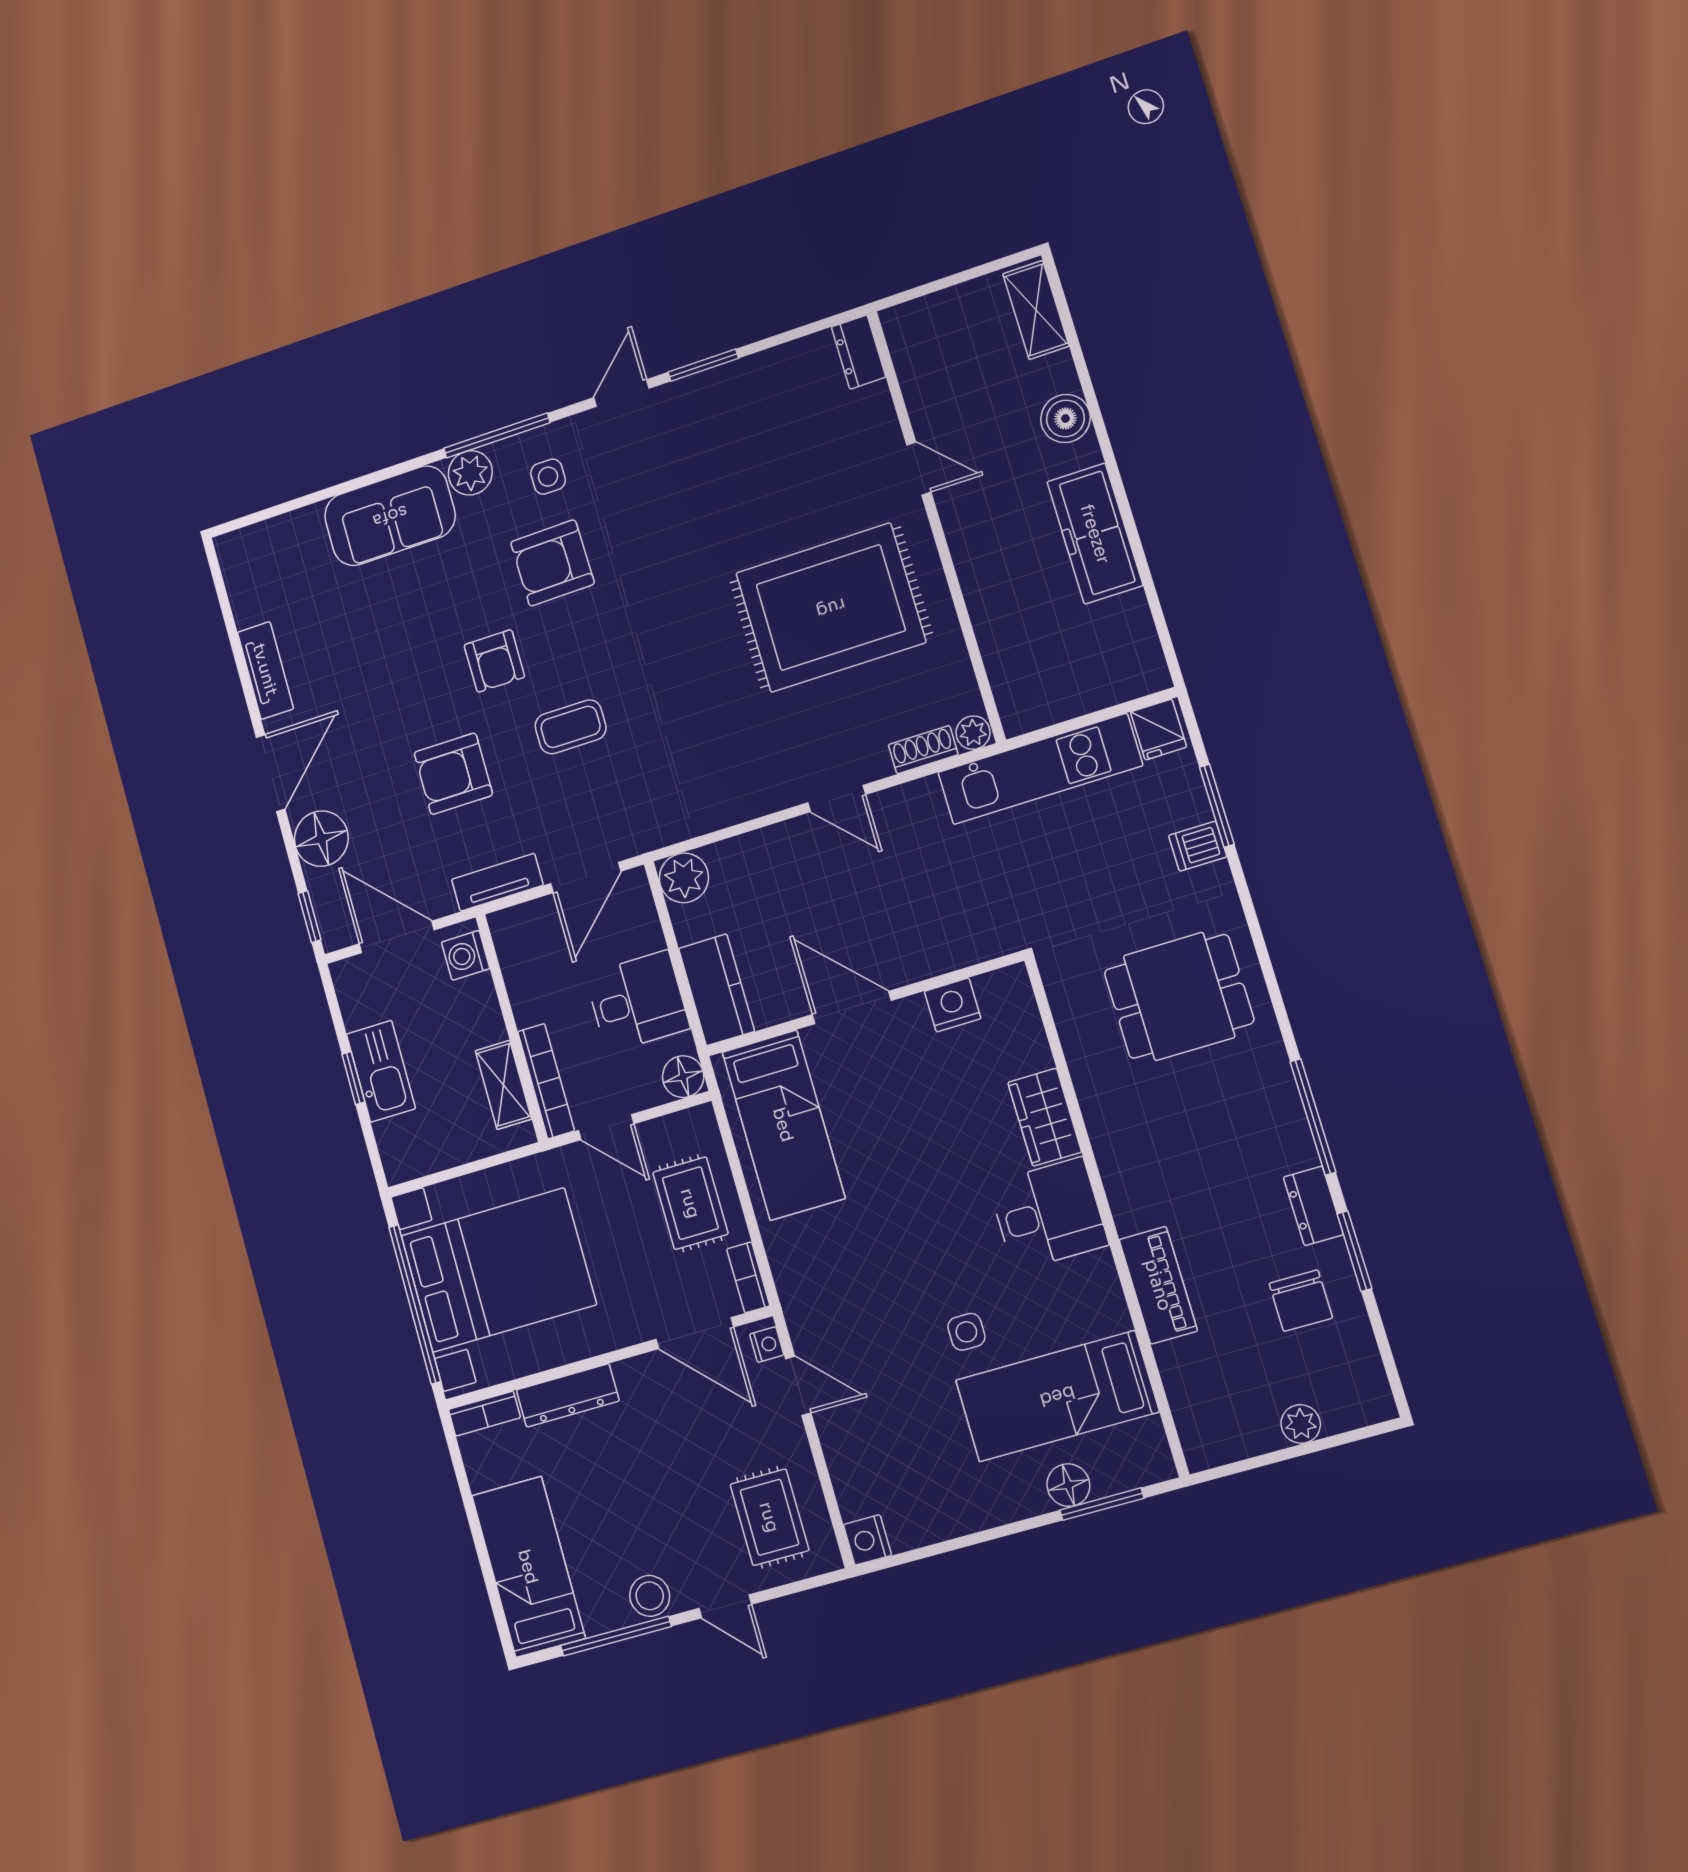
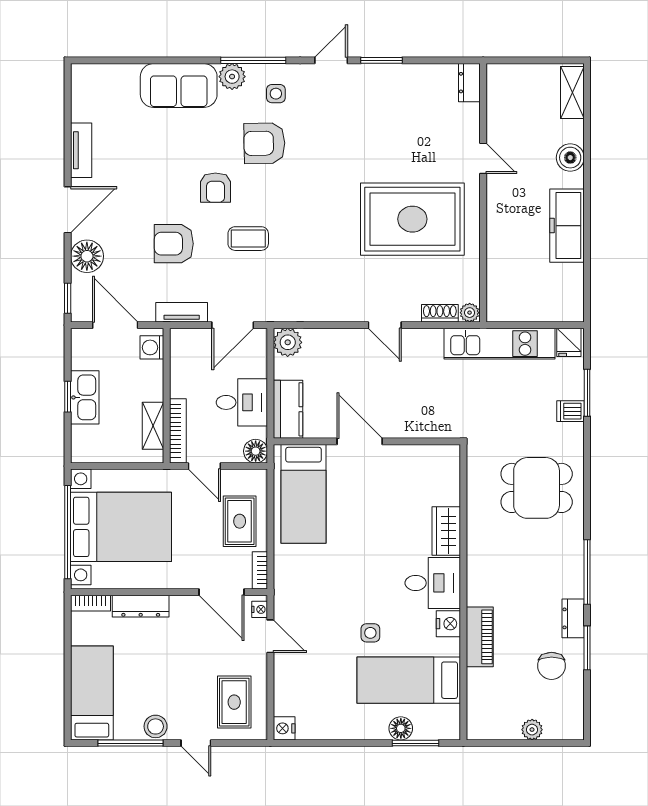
nightstand: (953, 1005) -> (448, 624), moved, turned 90

